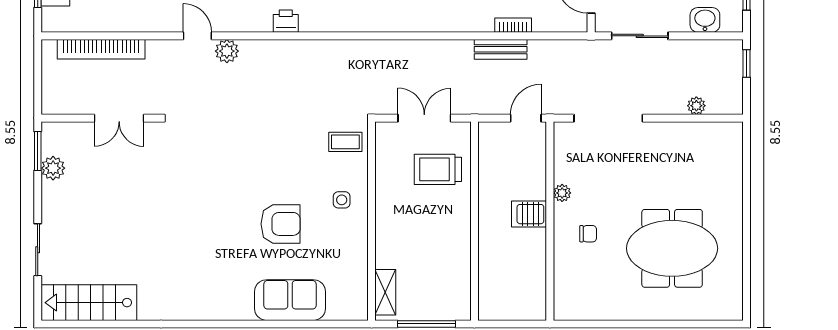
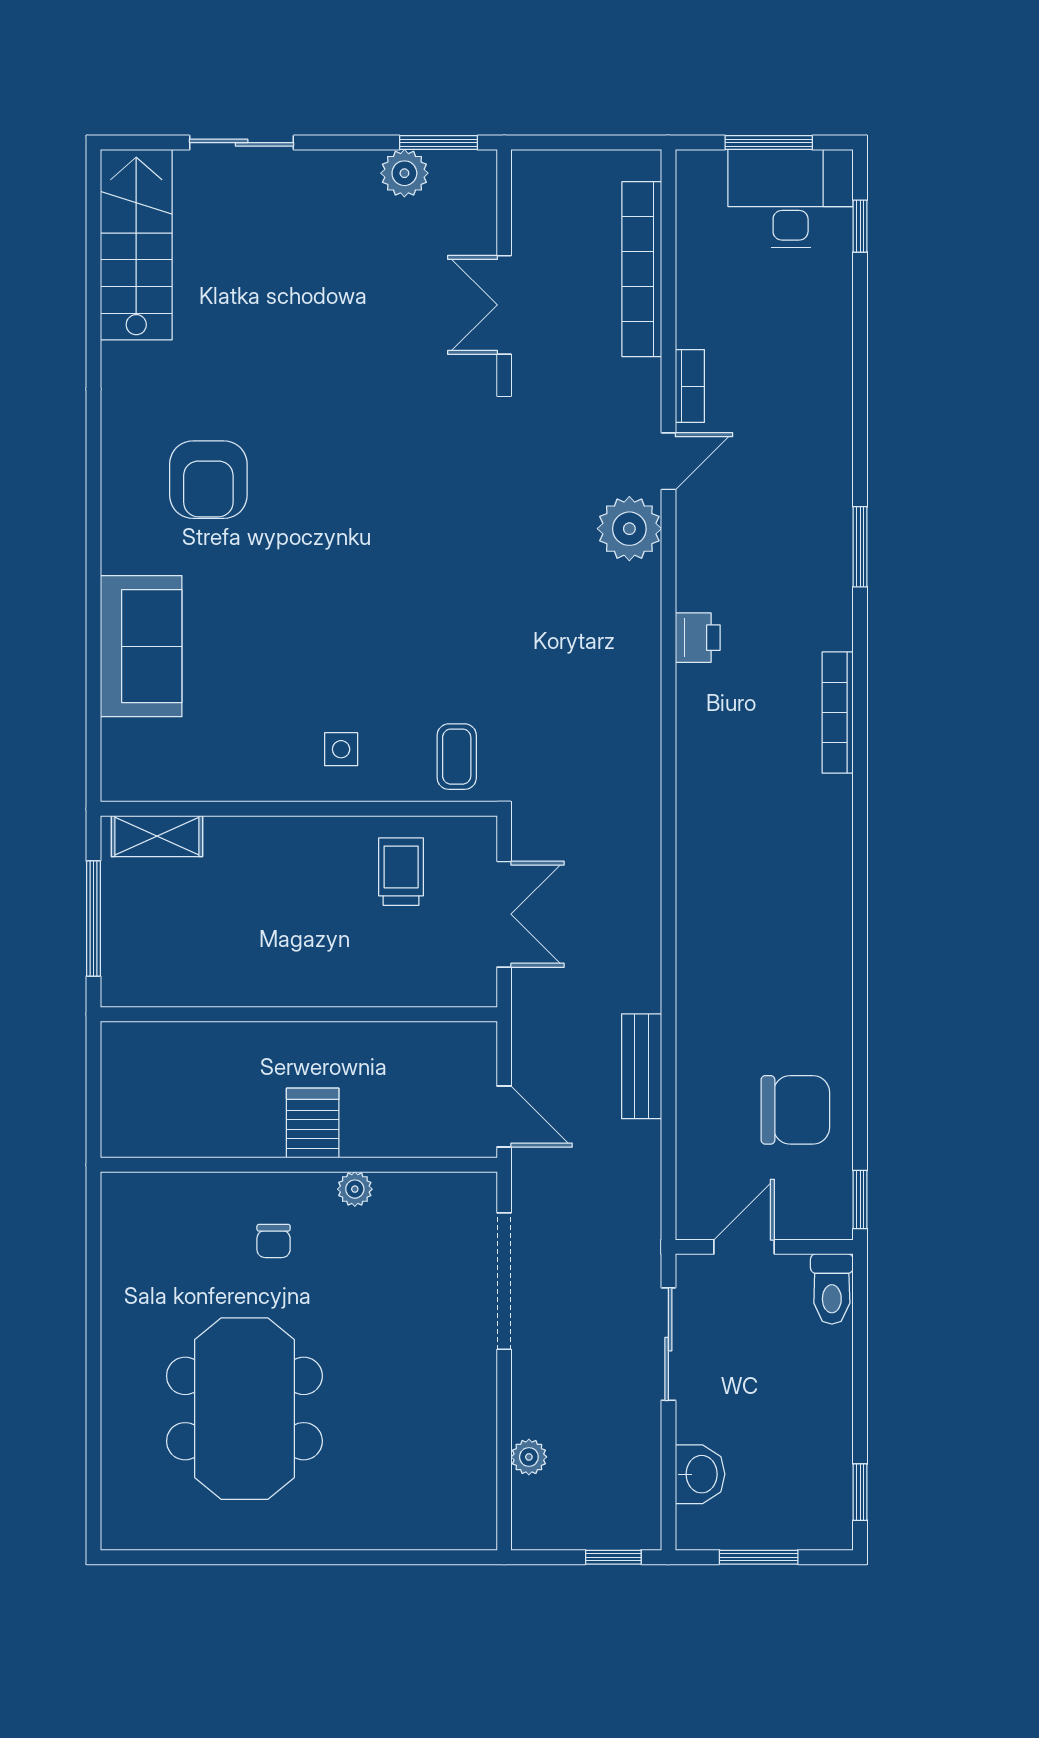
bookcase: (513, 25) -> (690, 386), moved
plant: (227, 51) -> (629, 529), width x1.36, depth x1.36
trolley: (438, 169) -> (401, 872), moved, width x0.73, depth x0.72
armchair: (281, 224) -> (208, 480), moved

